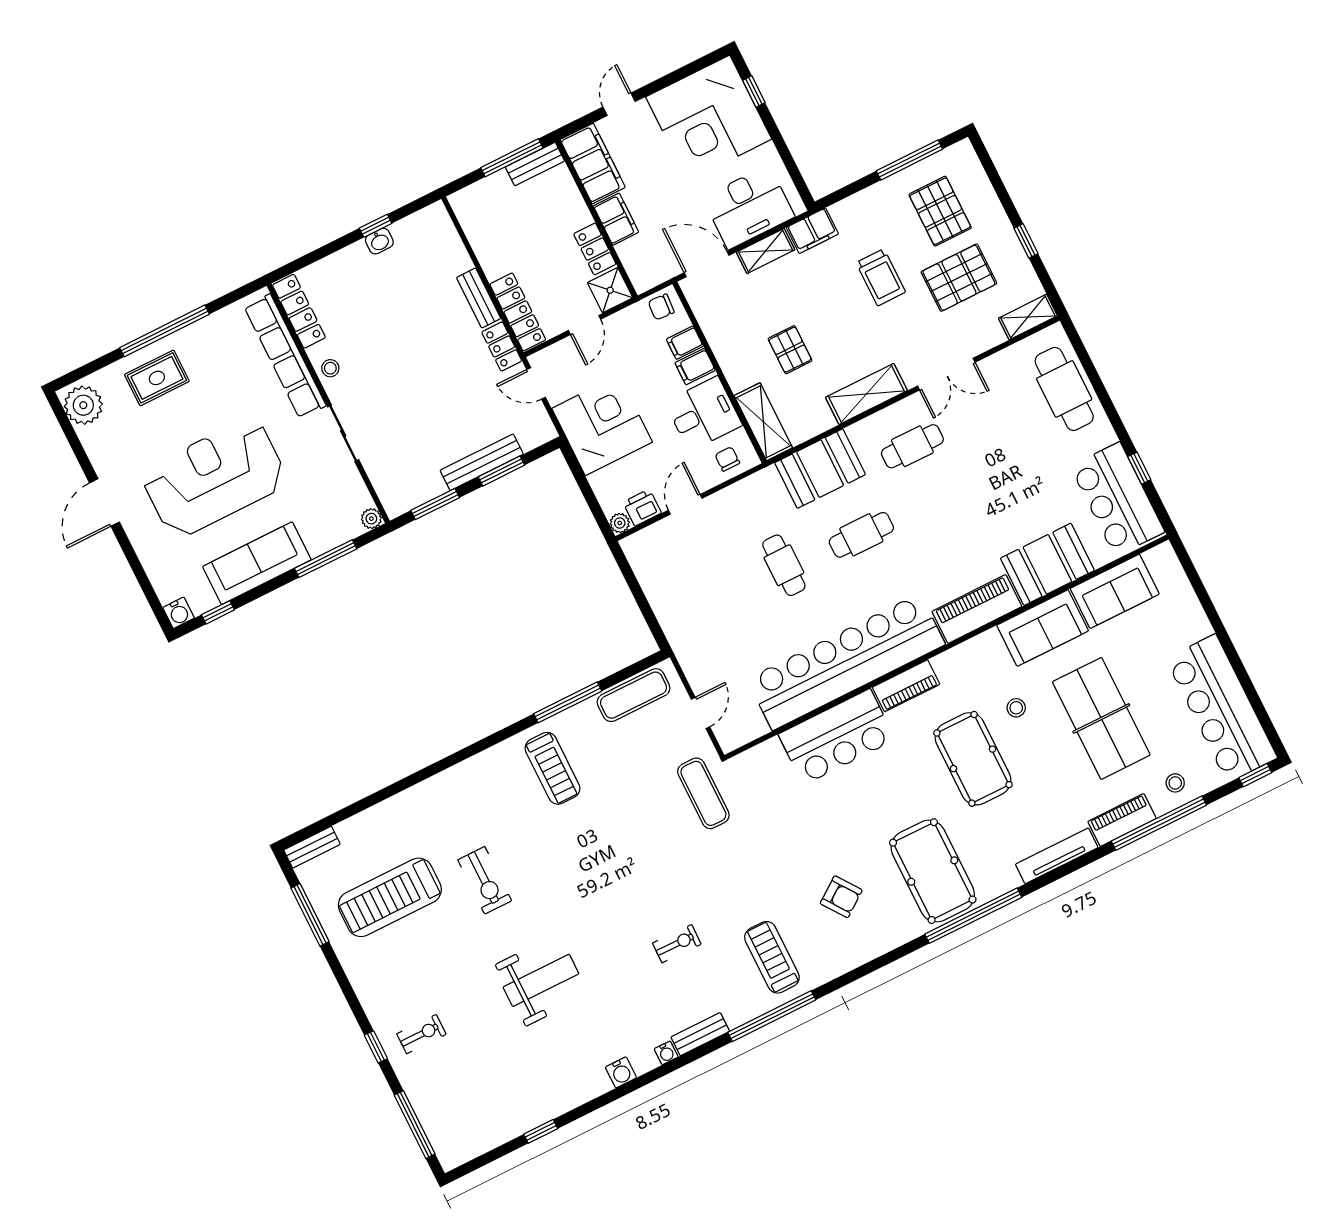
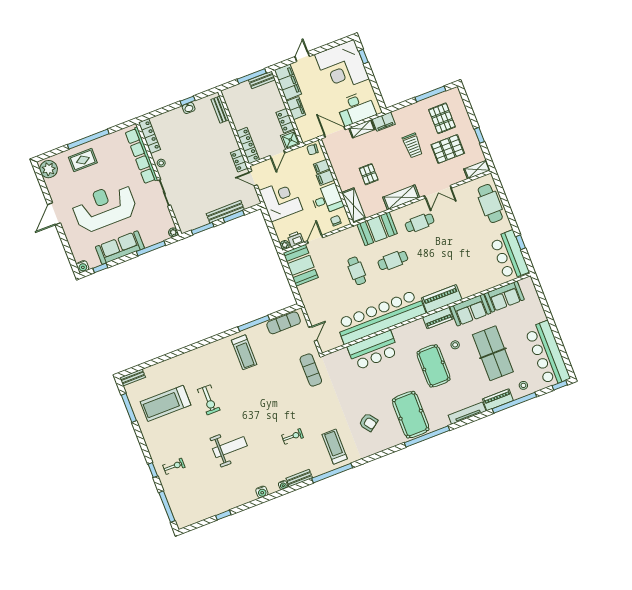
bench: (479, 298) -> (220, 110), moved
booth: (1047, 564) -> (301, 265), moved, turned 90
piano: (906, 686) -> (438, 318), moved

